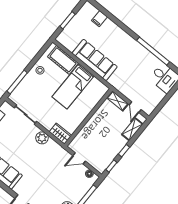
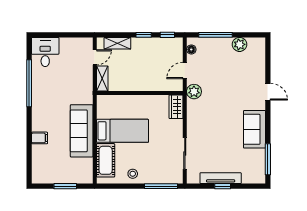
filing cabinet: (99, 19) -> (39, 138), moved
plant: (42, 138) -> (194, 92), moved
door: (79, 158) -> (185, 71), swing flipped

